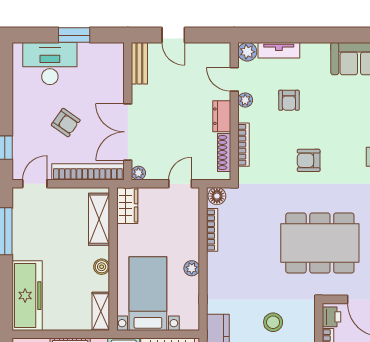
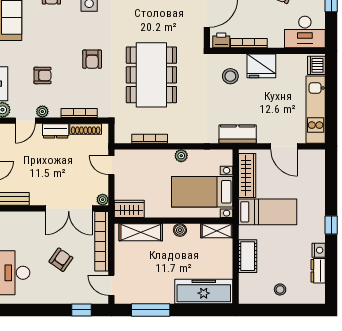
floor lamp: (217, 196) -> (122, 135), removed
dining table: (320, 243) -> (151, 75), moved
stool: (273, 322) -> (230, 76), moved

